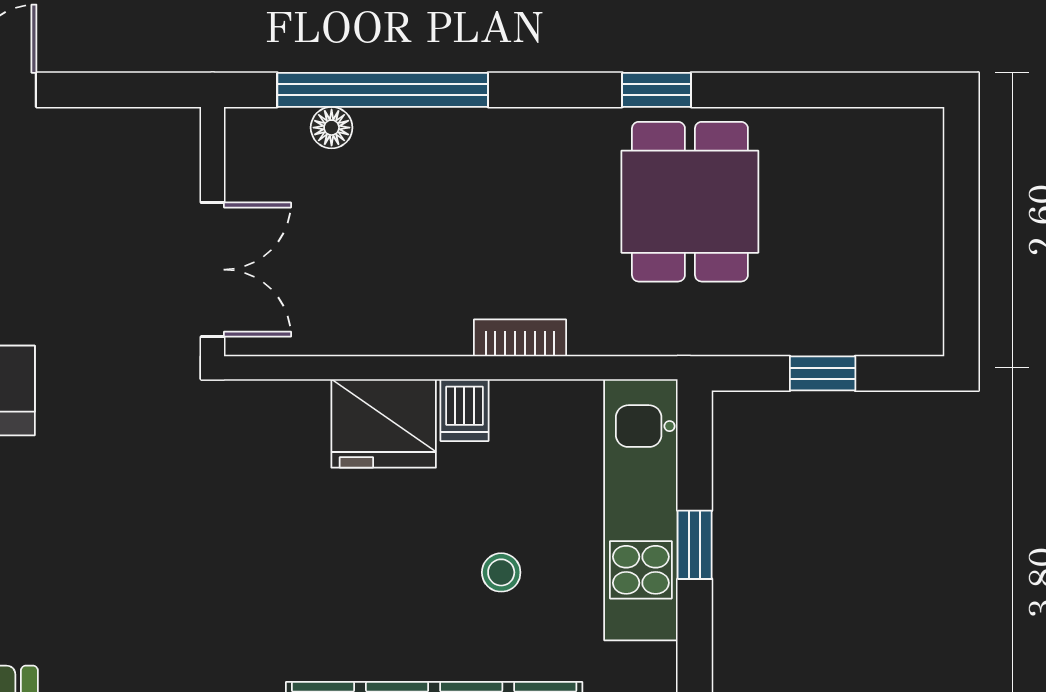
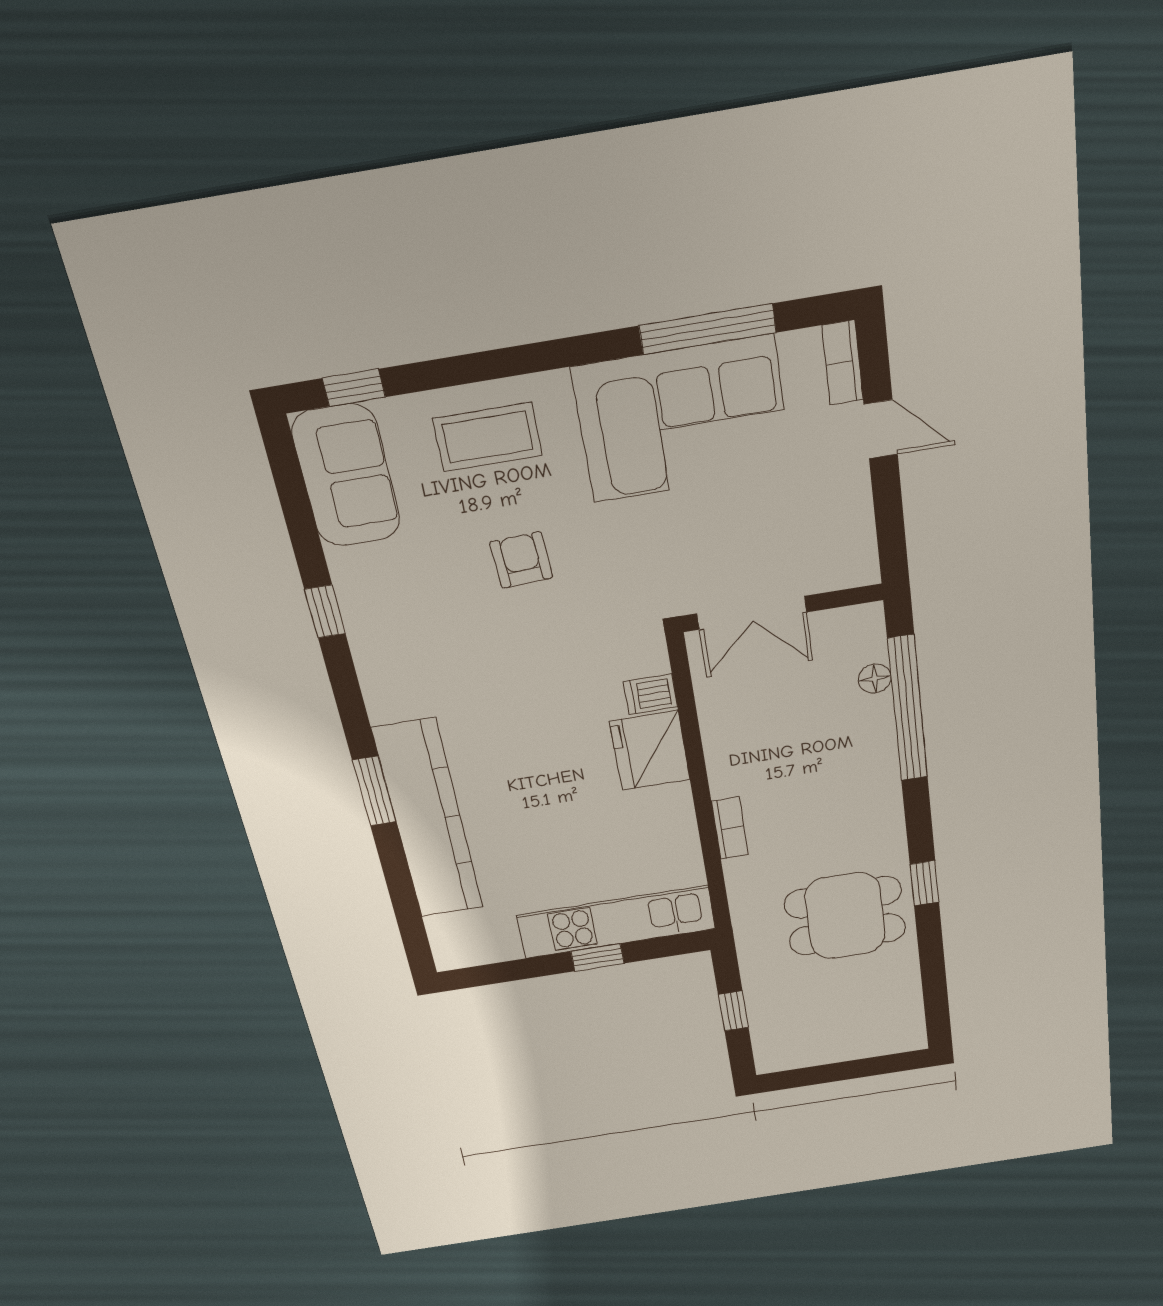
dishwasher: (464, 410) -> (650, 694), moved
armchair: (93, 535) -> (521, 560), added
stool: (501, 572) -> (552, 844), removed

